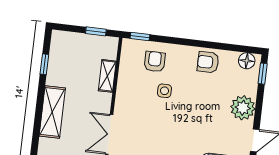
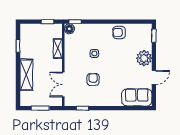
floor lamp: (247, 61) -> (69, 29), moved
armchair: (155, 62) -> (93, 79), moved

